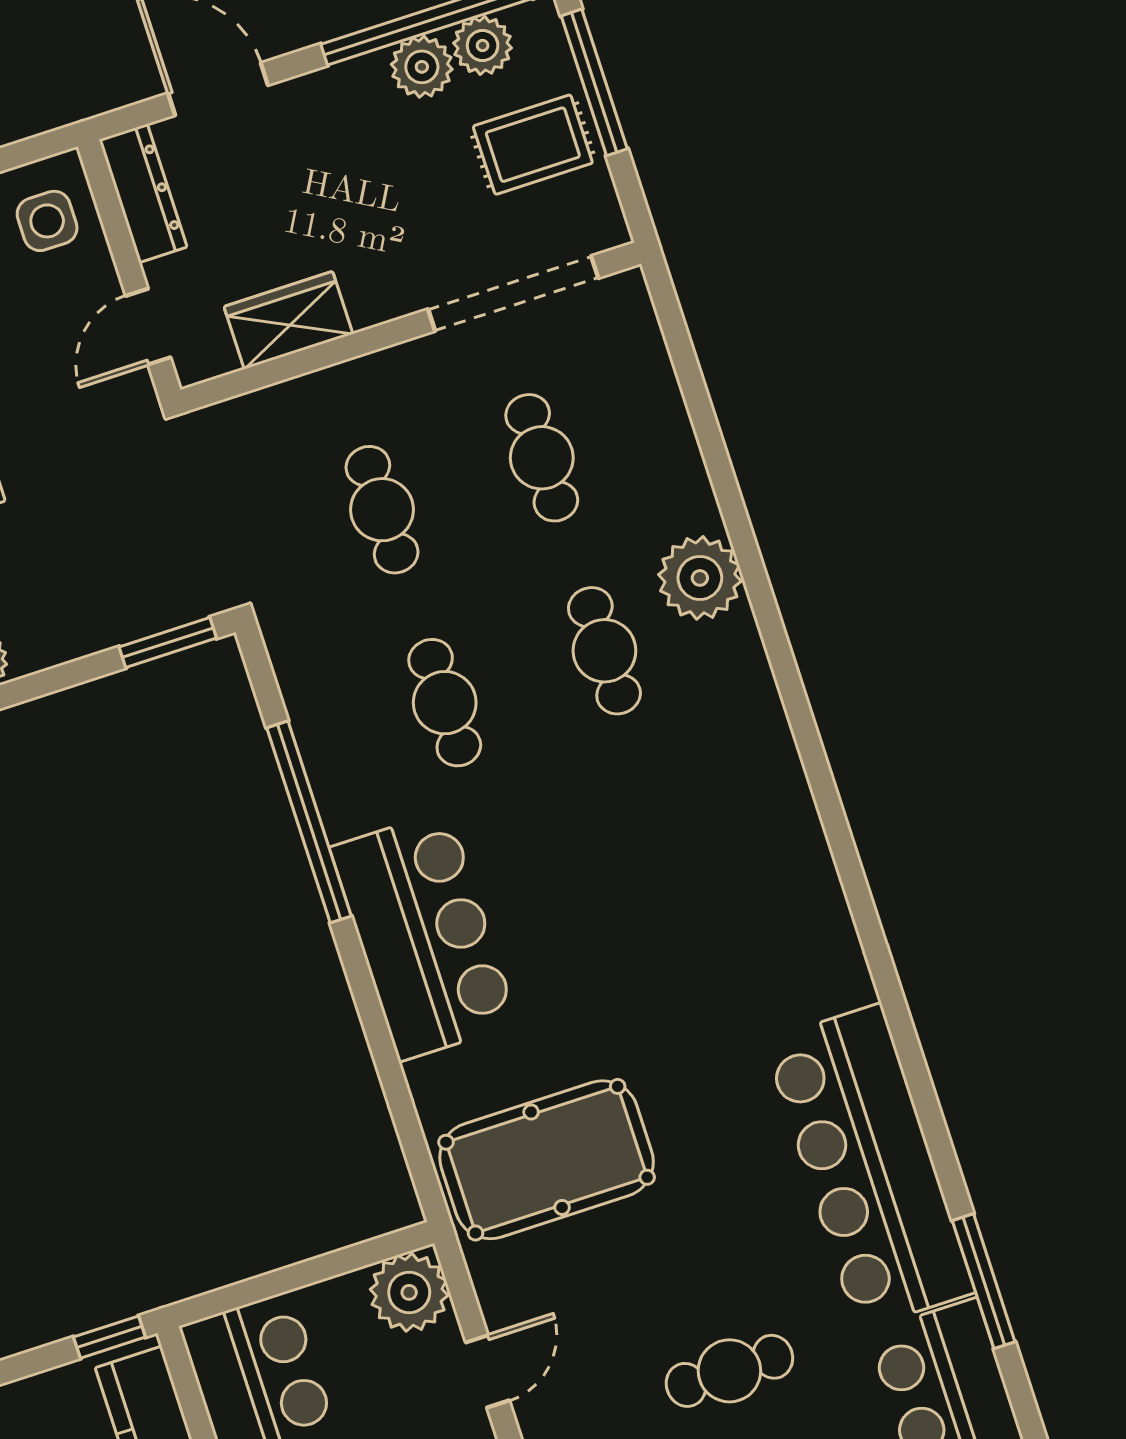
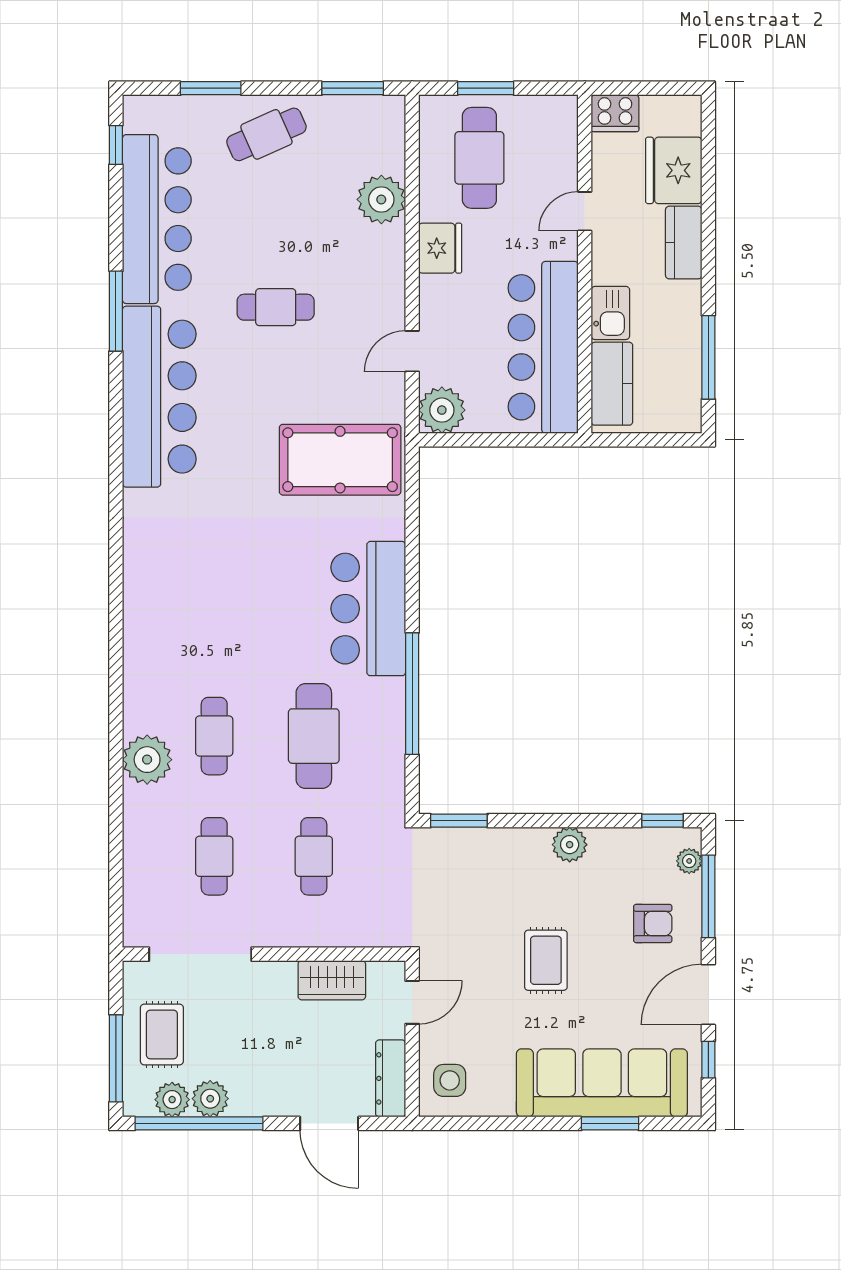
rug: (533, 145) -> (162, 1034), turned 90
cafe table: (445, 703) -> (314, 736), width x1.37, depth x1.35
window: (109, 1337) -> (619, 440), removed

